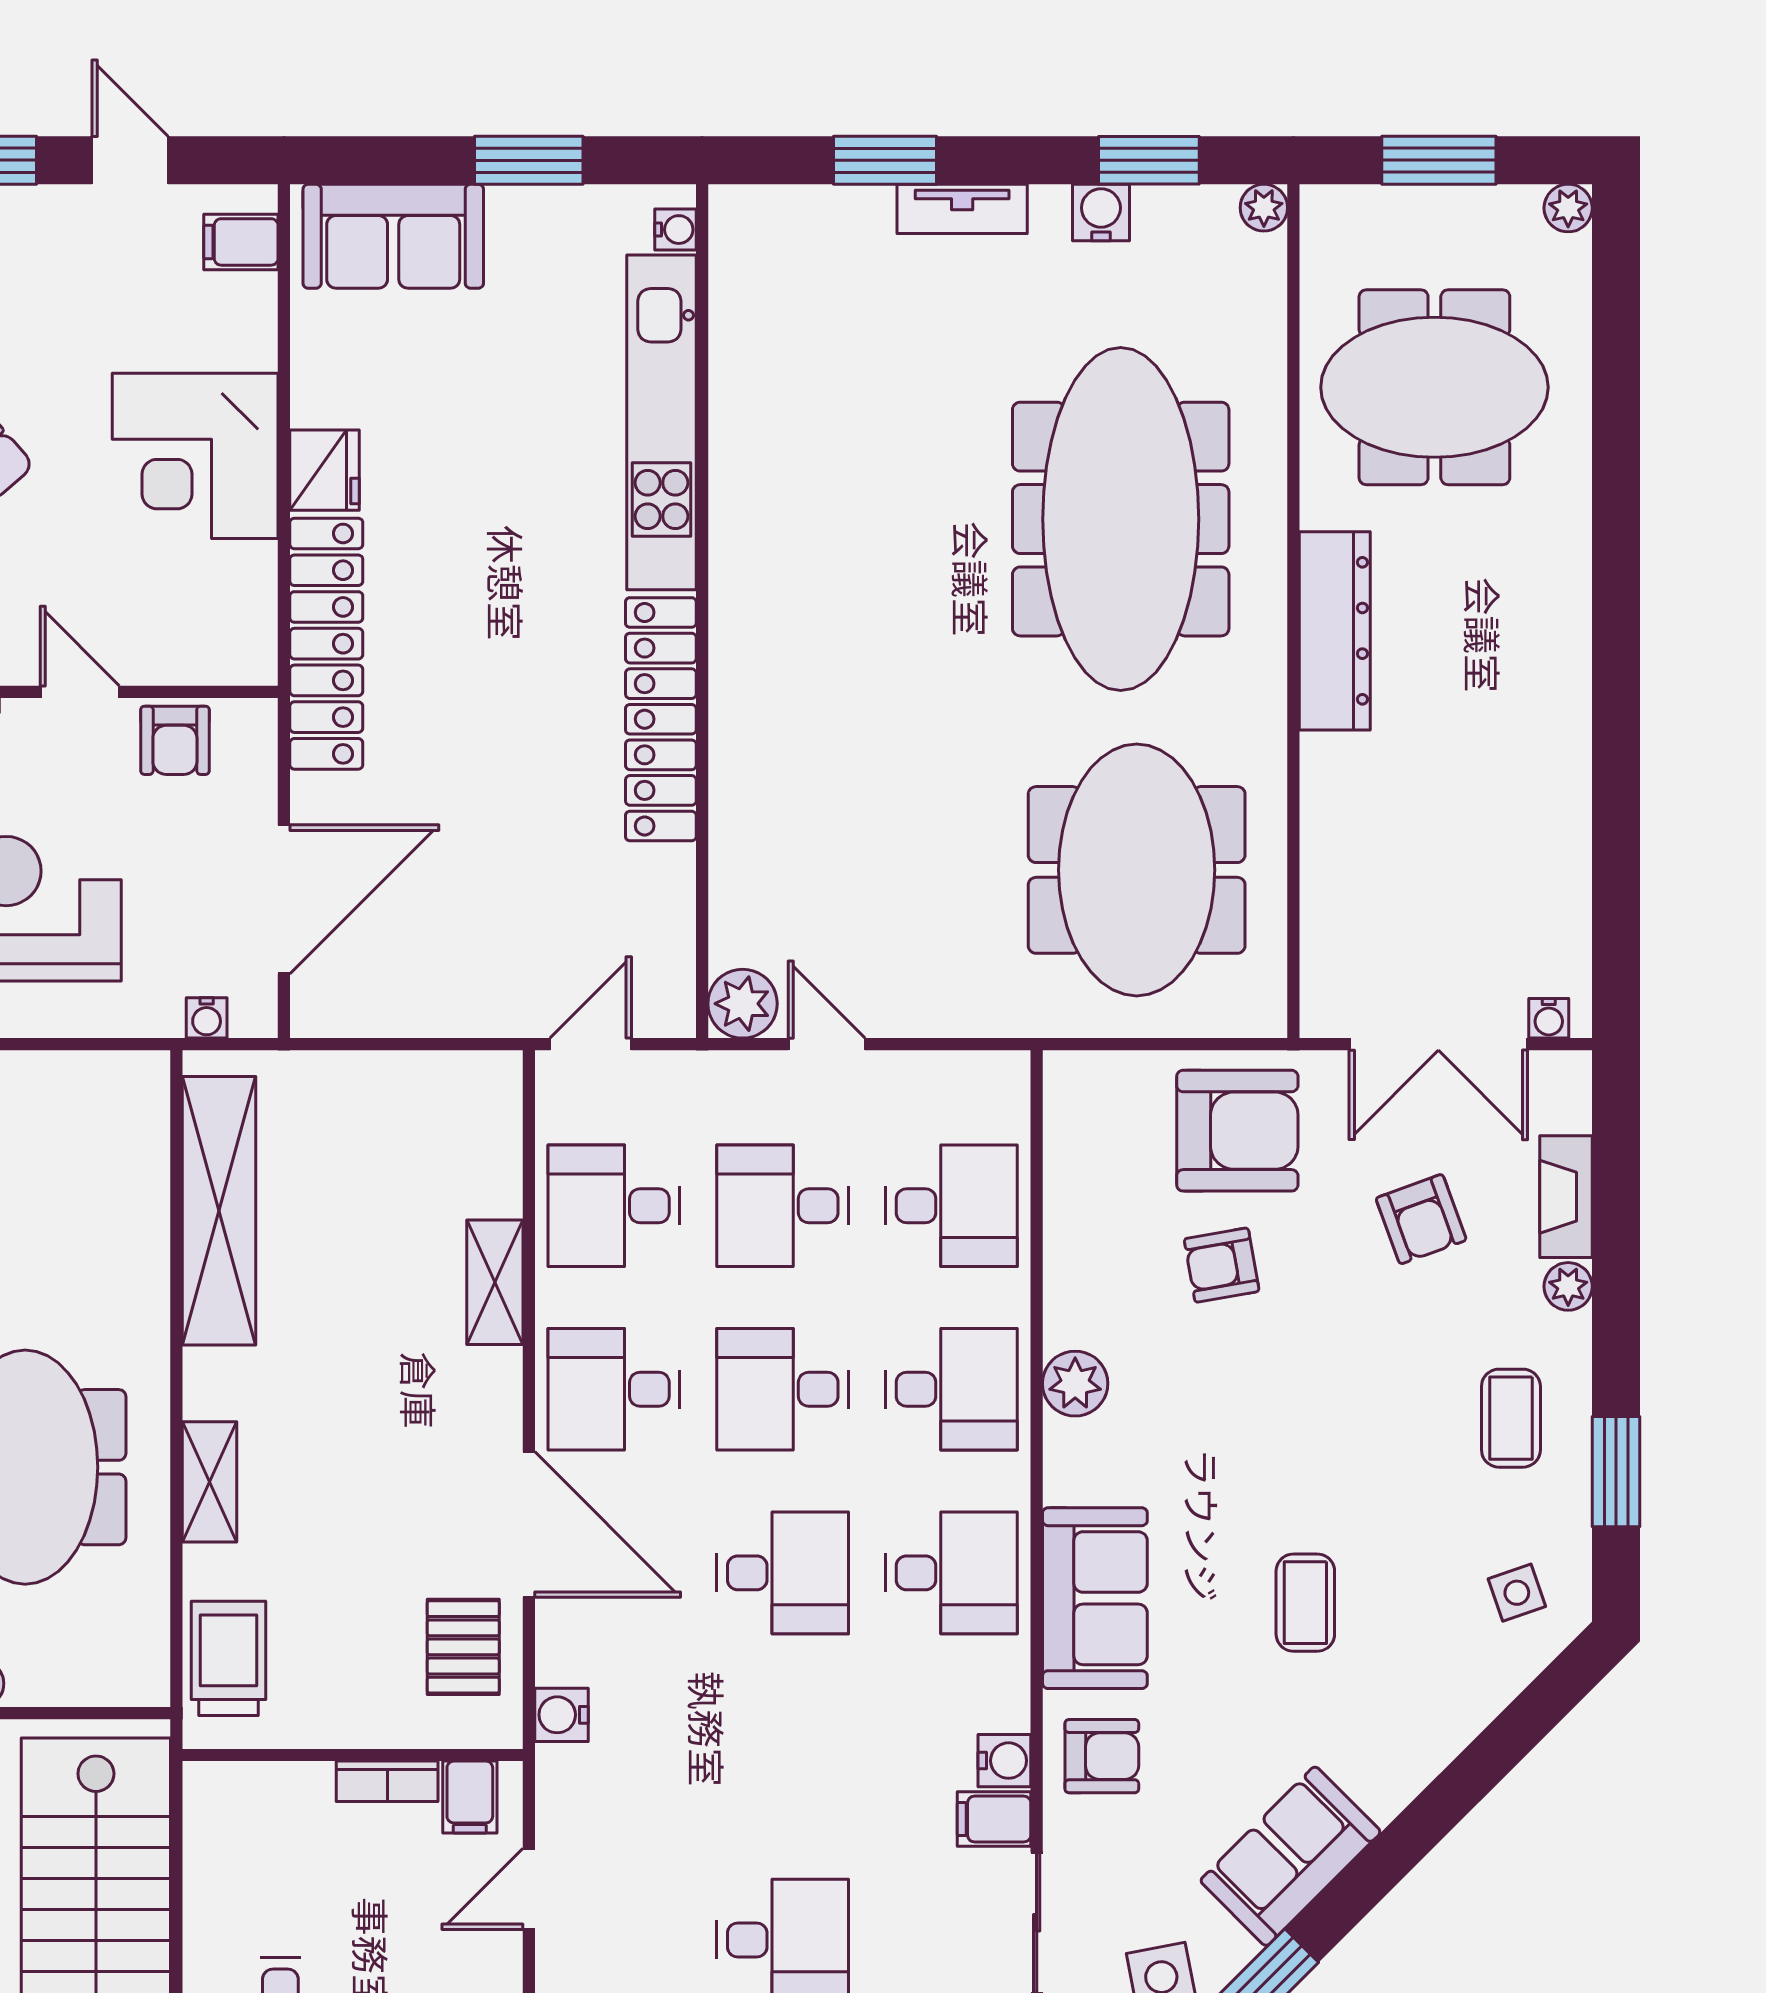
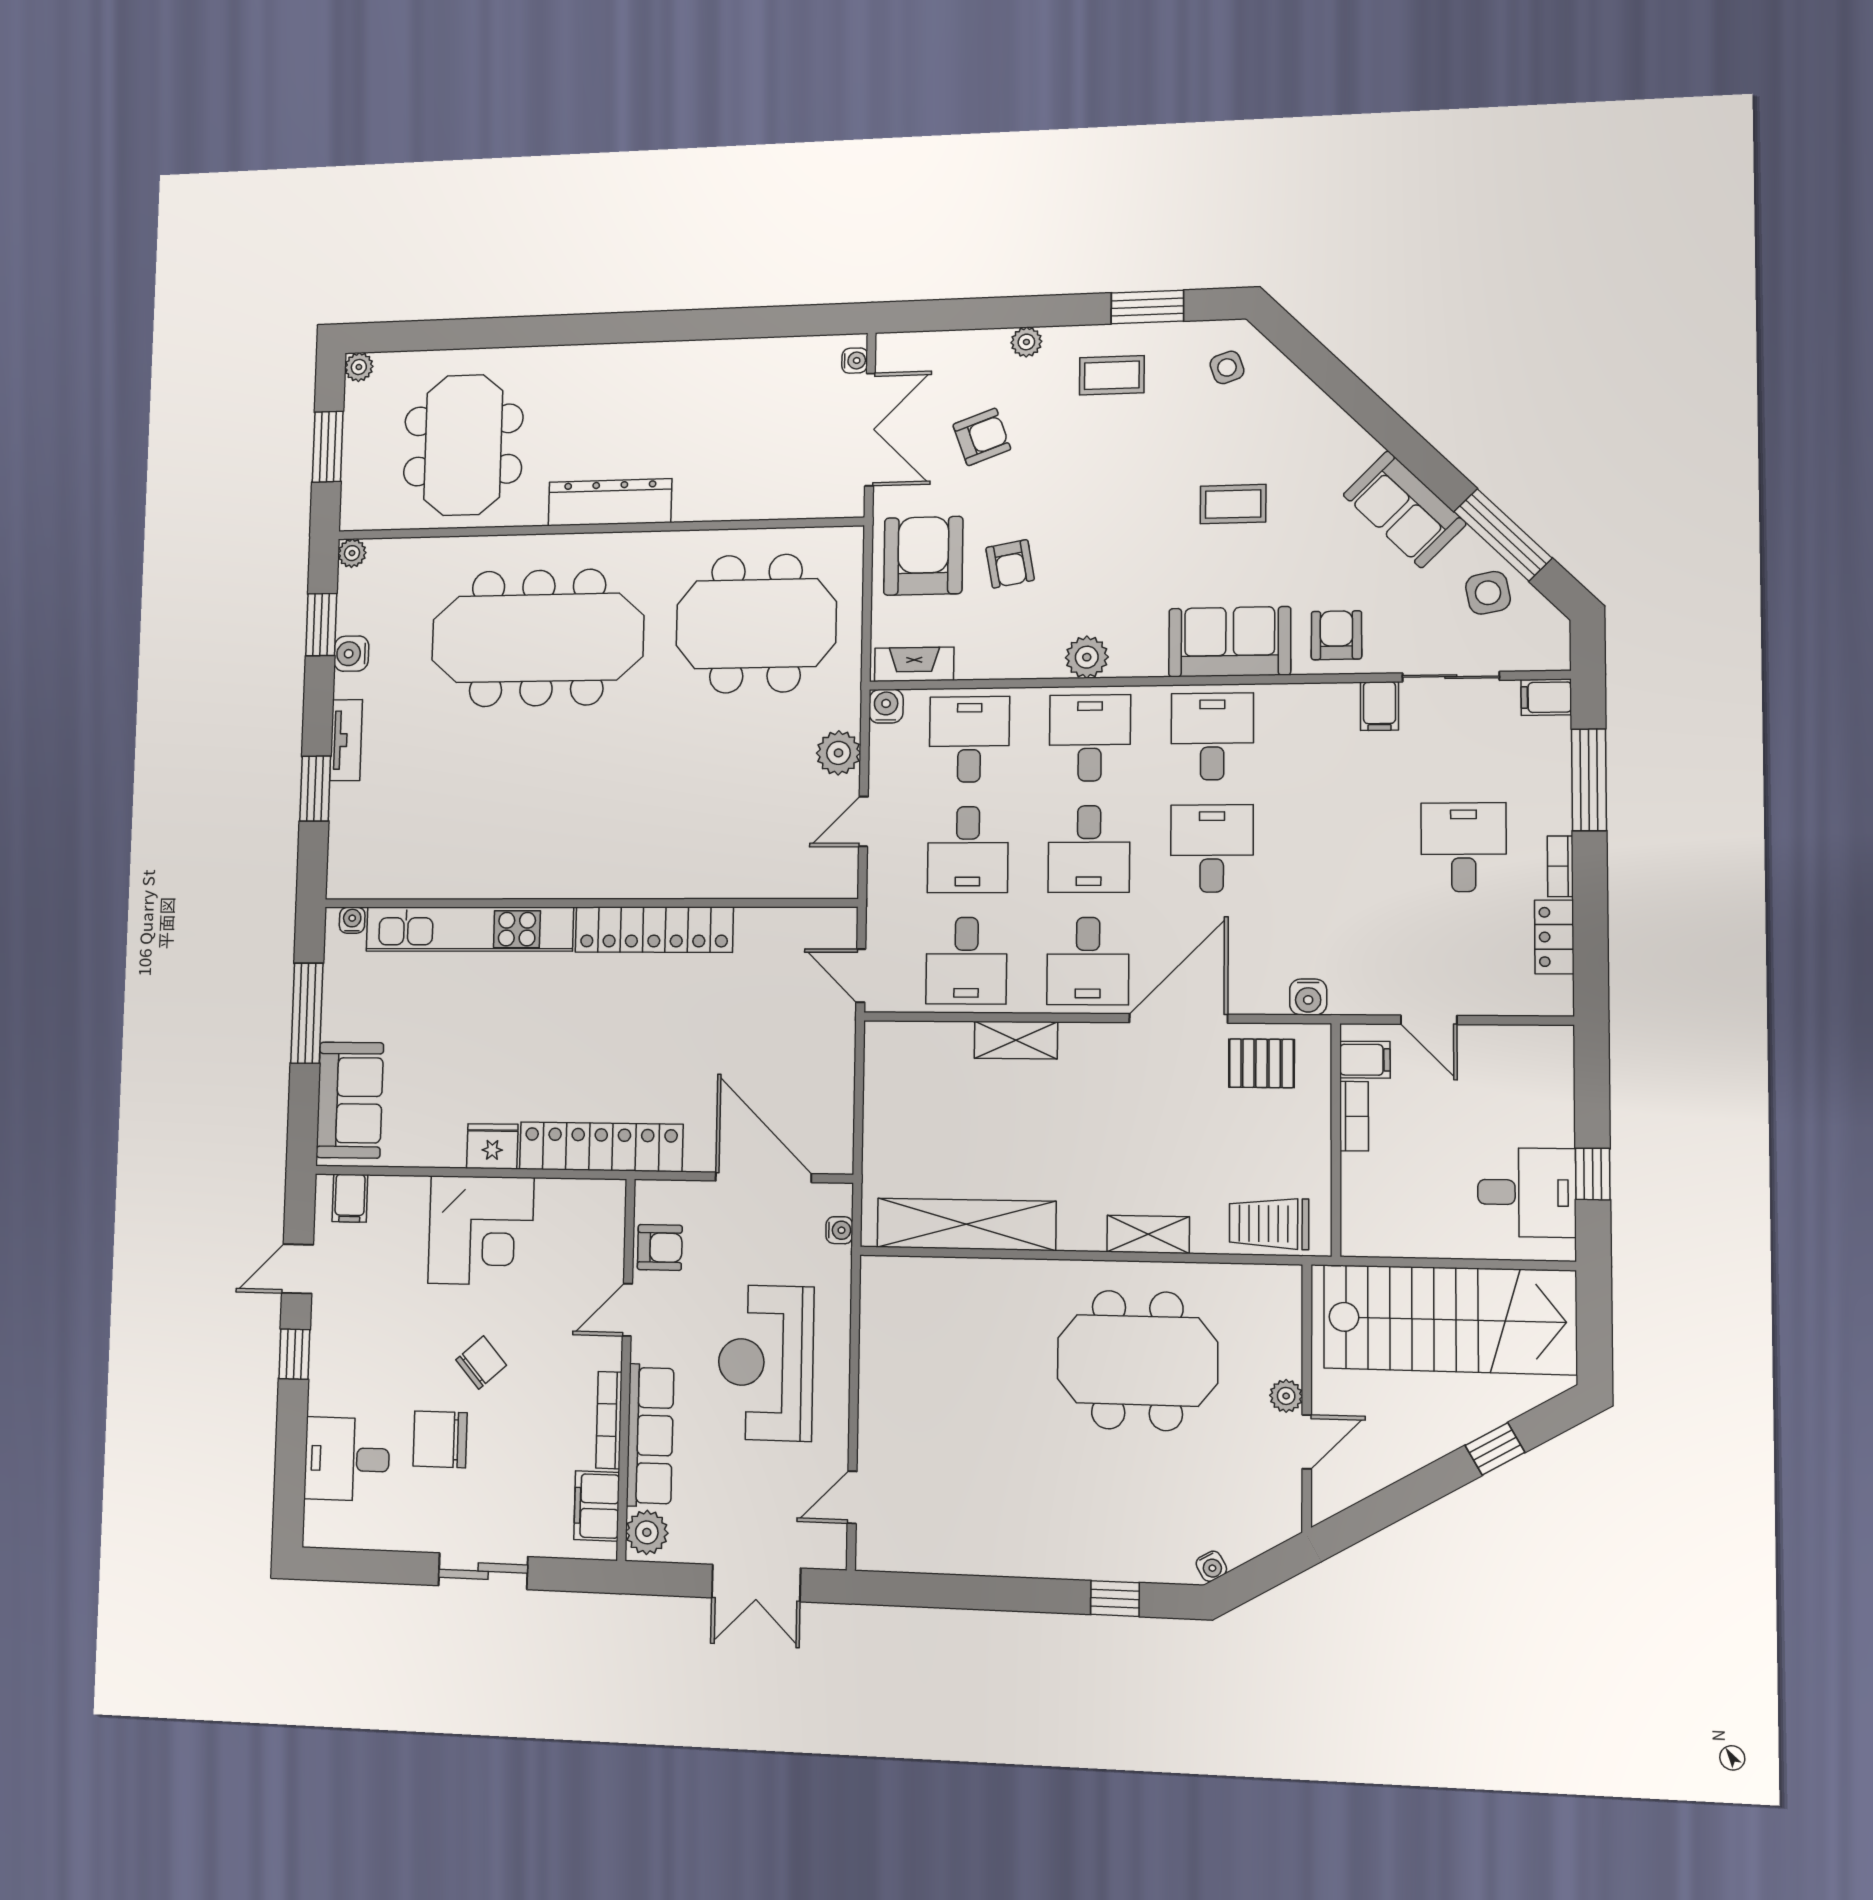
window: (529, 160) -> (307, 1013), width x1.44
plant: (743, 1004) -> (838, 753), moved
fireplace: (1566, 1197) -> (914, 664), moved, turned 180
water cooler: (1004, 1761) -> (886, 706), moved

